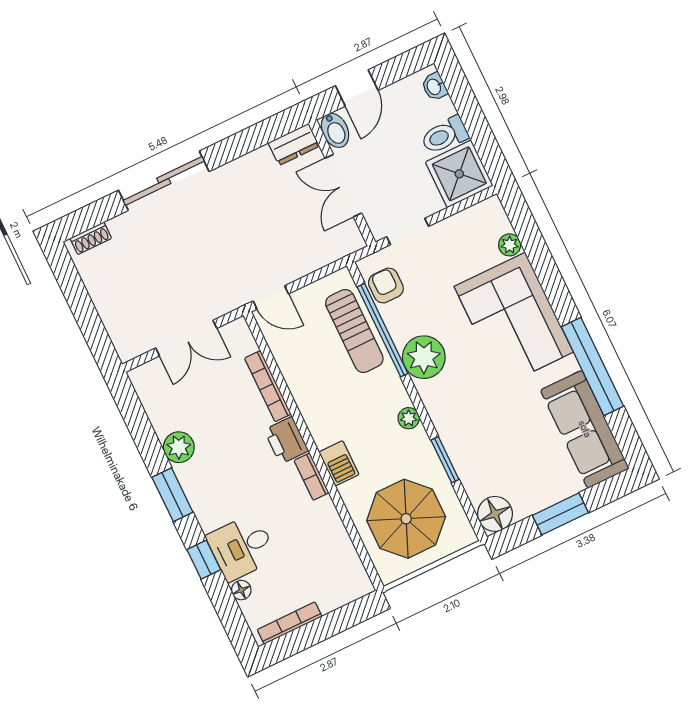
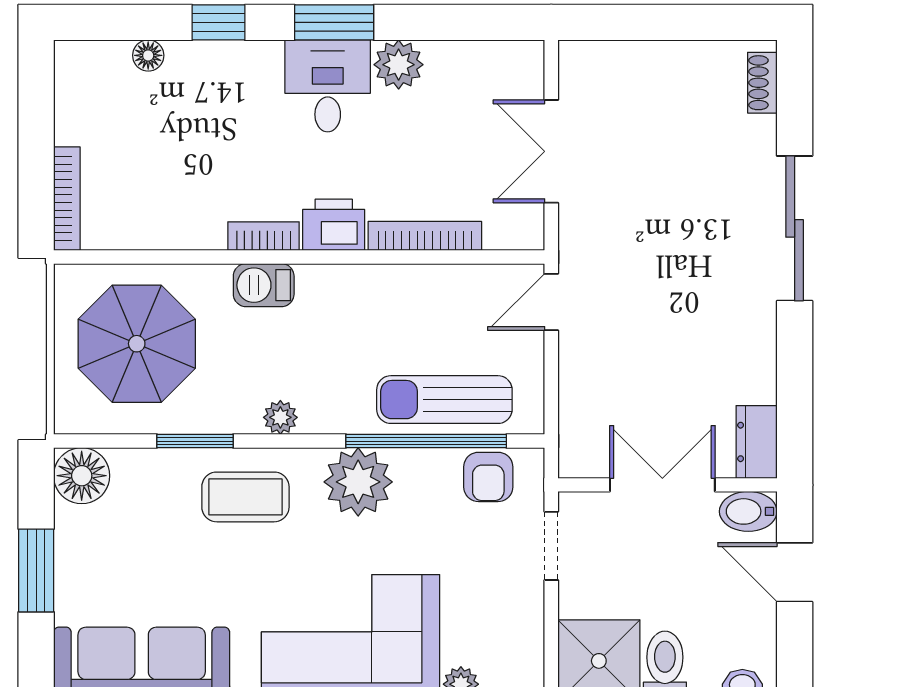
armchair: (386, 286) -> (488, 477), turned 90
coffee table: (463, 416) -> (245, 497), added
desk: (242, 547) -> (328, 86), moved
bookcase: (290, 623) -> (67, 199), moved

